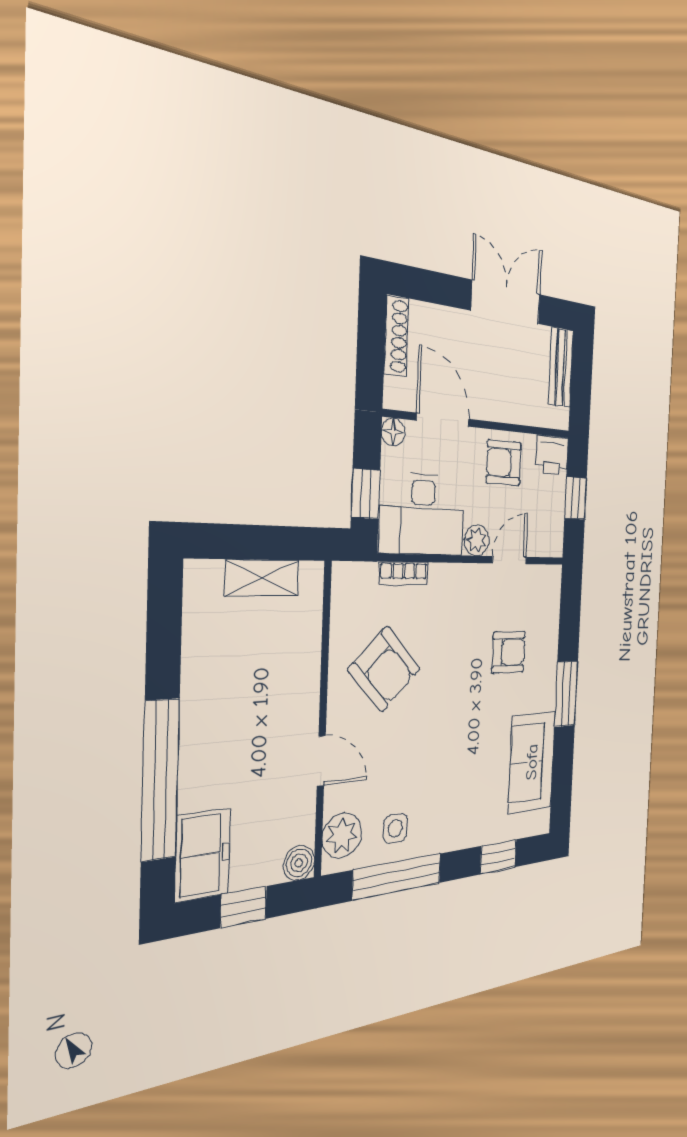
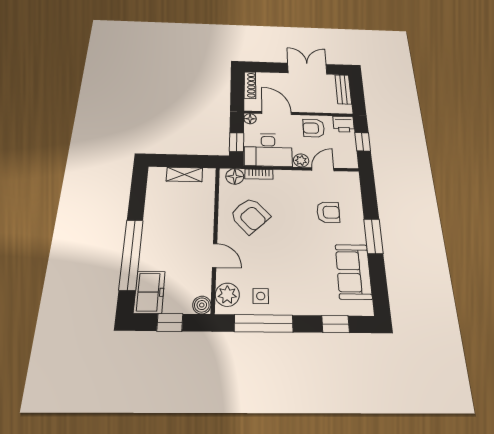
floor lamp: (360, 580) -> (235, 176), added

